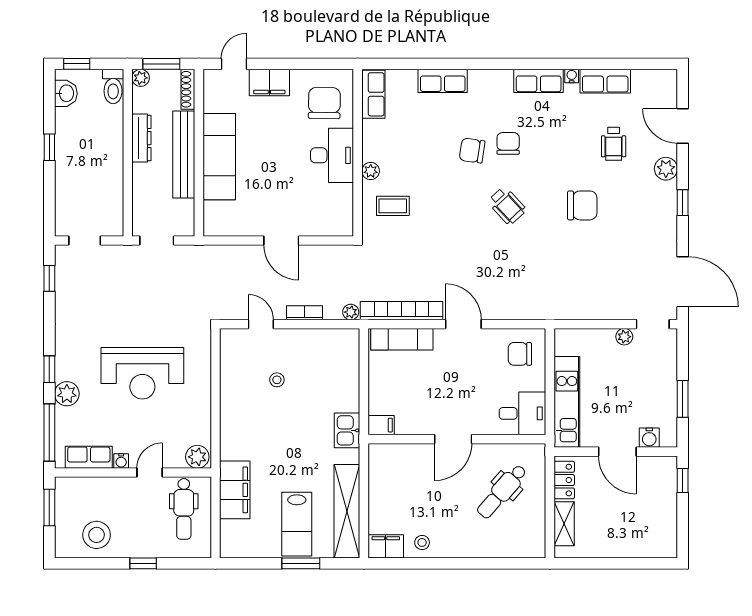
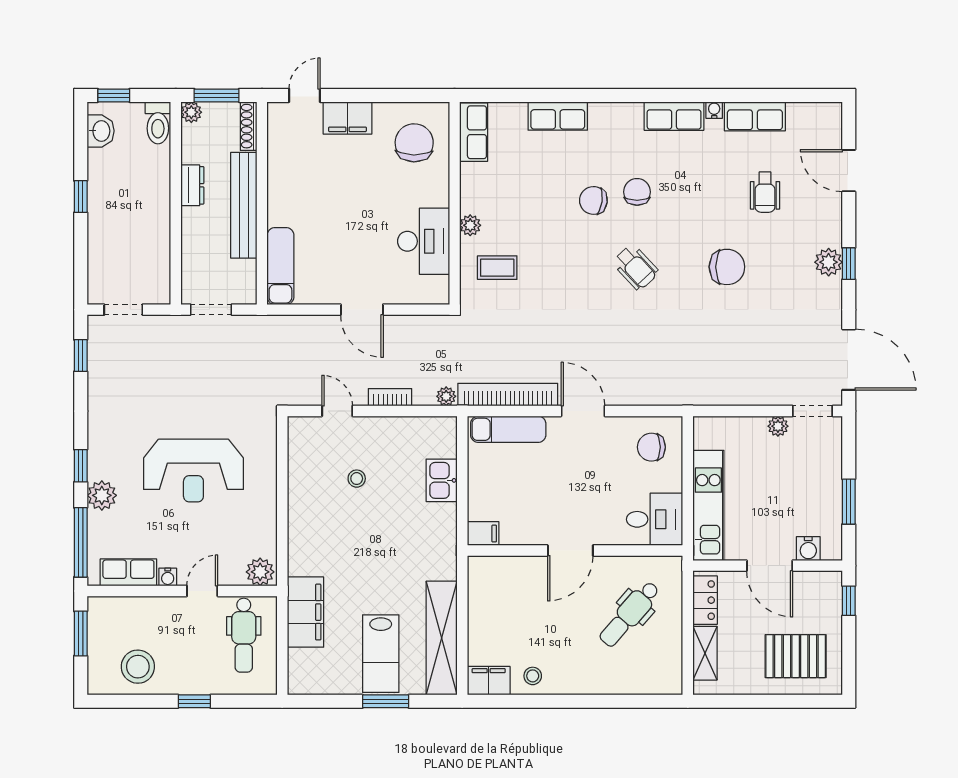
dresser: (141, 138) -> (192, 185), width x0.70
desk: (332, 155) -> (424, 241), moved
exam couch: (219, 157) -> (280, 266), moved, width x0.73, depth x0.69
plant: (666, 169) -> (829, 262), moved
kitchen sink: (347, 430) -> (442, 480), moved
pallet: (639, 526) -> (796, 656), added

